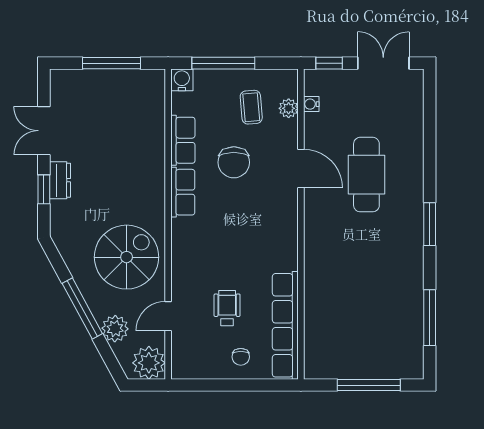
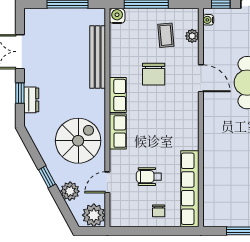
water cooler: (311, 104) -> (208, 20), moved
bench: (154, 138) -> (98, 57), added
row of seats: (183, 140) -> (118, 132), moved
dresser: (60, 180) -> (31, 100), moved
window: (82, 308) -> (47, 177), width x0.46
wheelchair: (227, 308) -> (149, 177), turned -90

